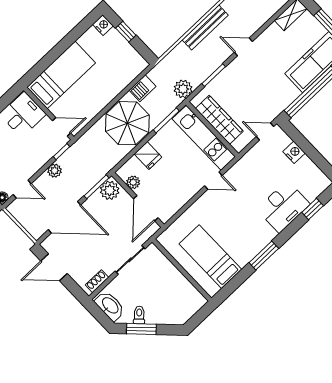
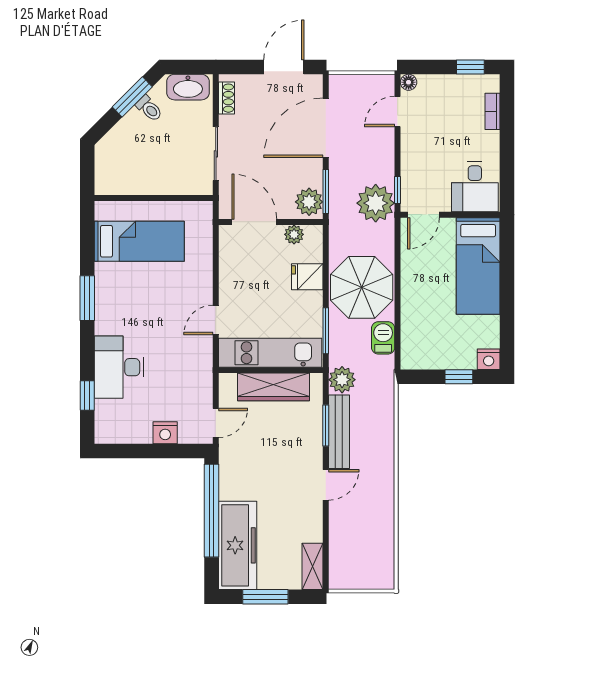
bench: (205, 27) -> (339, 432), moved
plant: (55, 171) -> (376, 203), moved, width x1.88, depth x1.88

